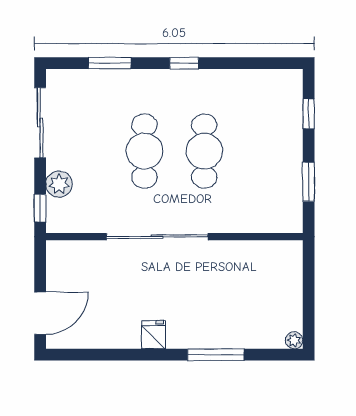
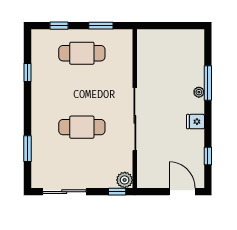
window: (184, 63) -> (27, 73), moved
cafe table: (204, 151) -> (82, 53), moved
plant: (59, 184) -> (125, 180), moved
plant: (294, 340) -> (199, 92), moved
window: (98, 355) -> (208, 156), added

